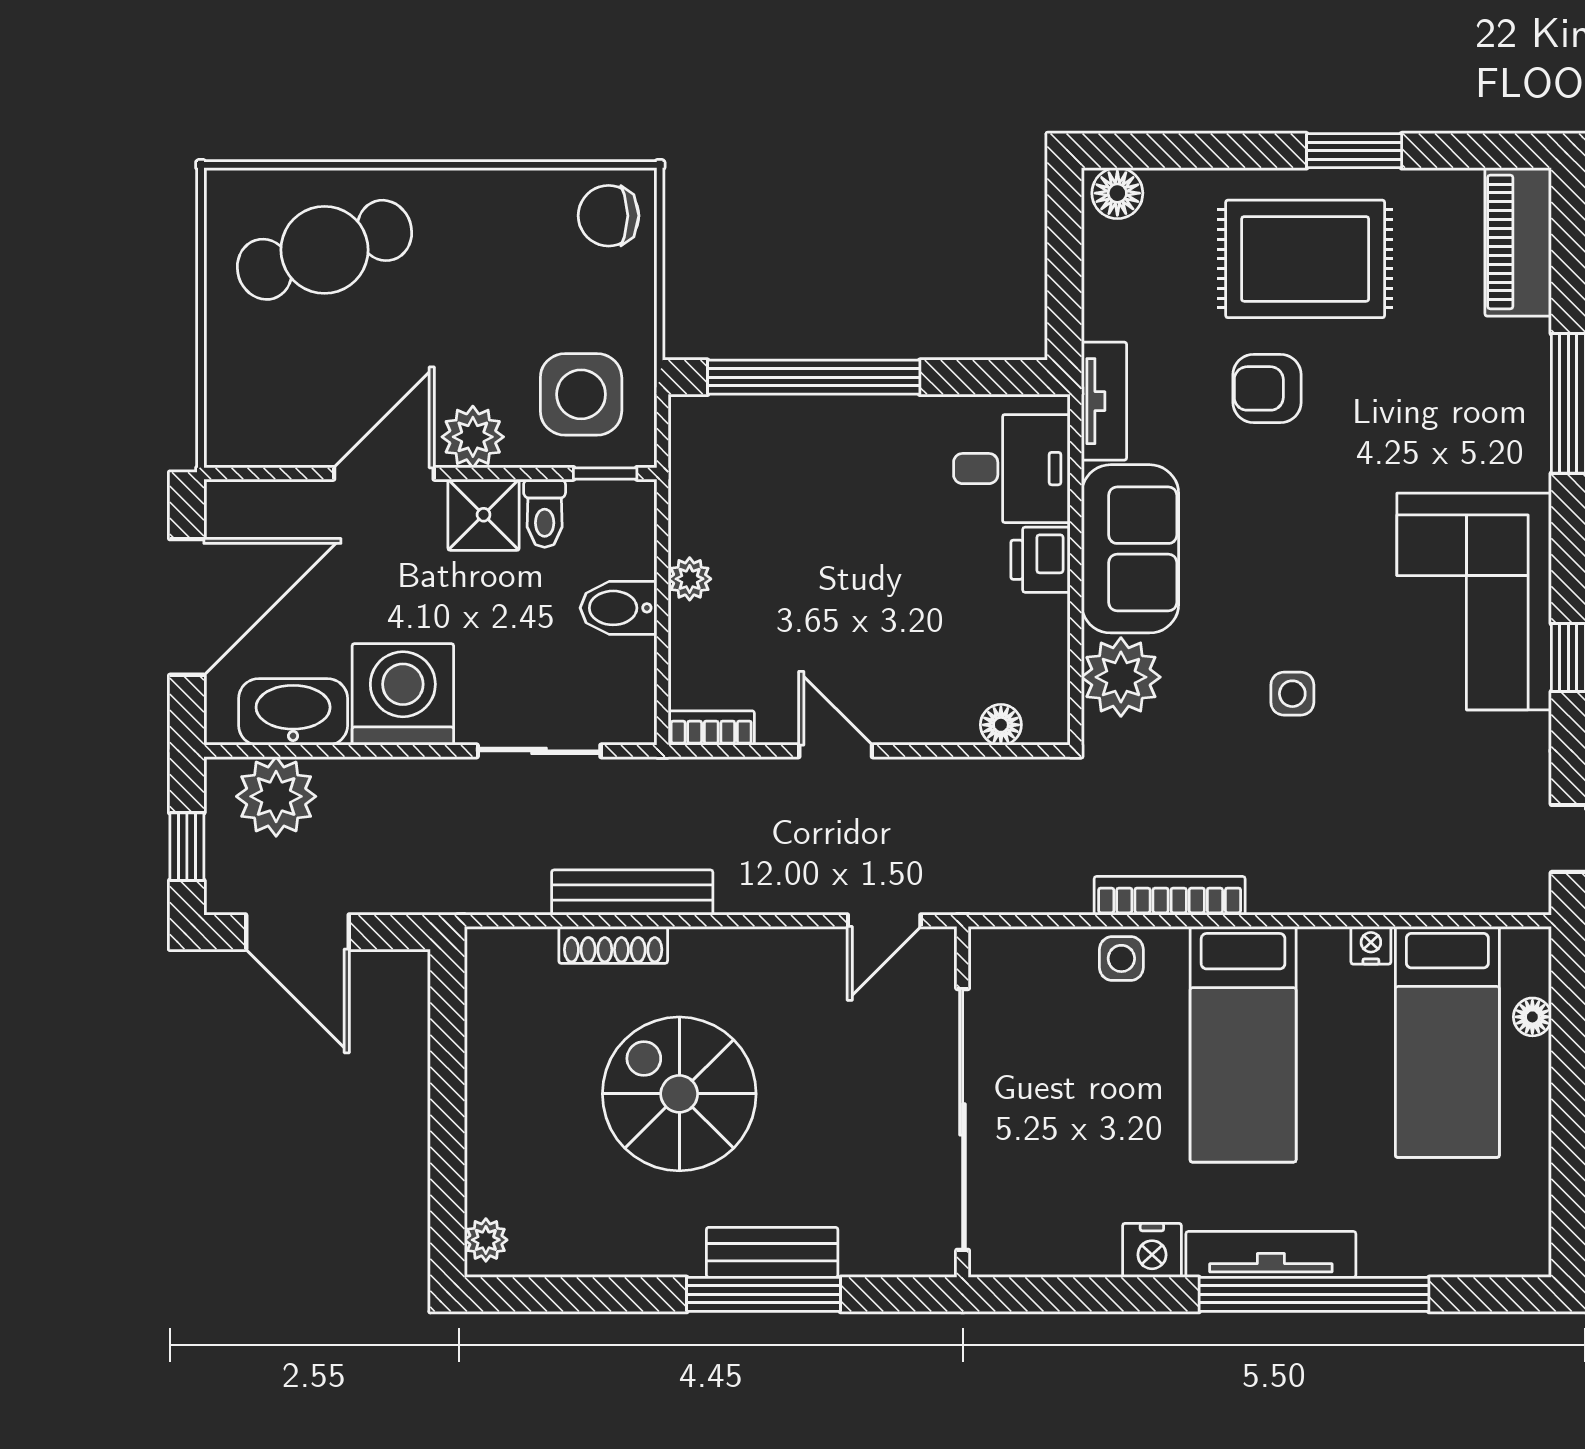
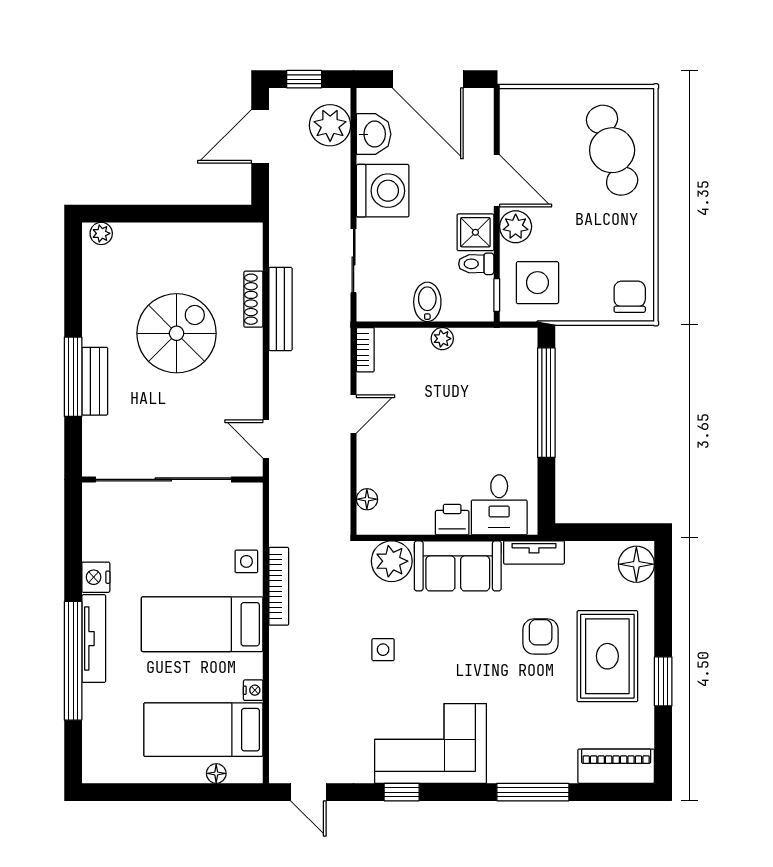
floor lamp: (1117, 193) -> (636, 564), width x1.38, depth x1.38
washbasin: (293, 712) -> (374, 134), width x0.72

